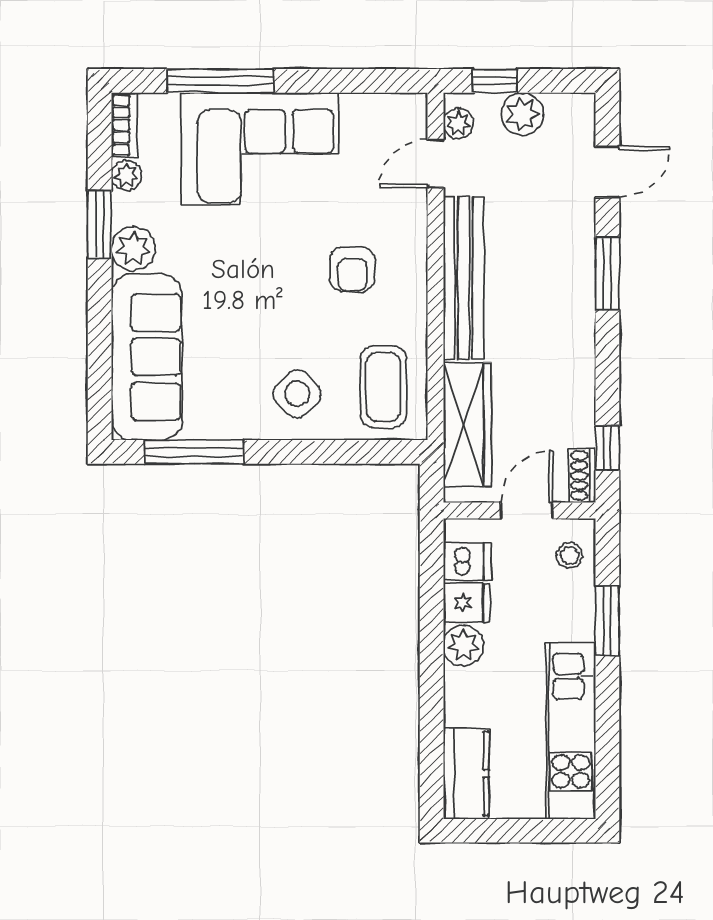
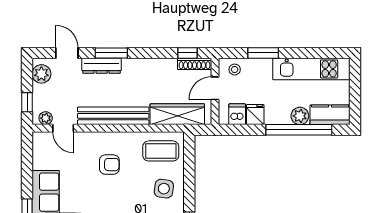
plant: (522, 114) -> (41, 74), moved
dresser: (578, 251) -> (102, 66), added
side table: (297, 394) -> (164, 189), turned -38
shoe rack: (582, 476) -> (195, 64), width x1.43
door: (527, 511) -> (215, 88), hinge flipped
plant: (463, 645) -> (300, 116), moved
window: (432, 702) -> (299, 130), added

